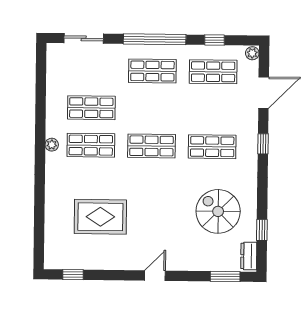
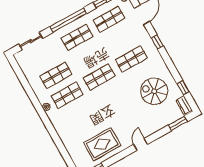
rug: (100, 217) -> (102, 144), moved

